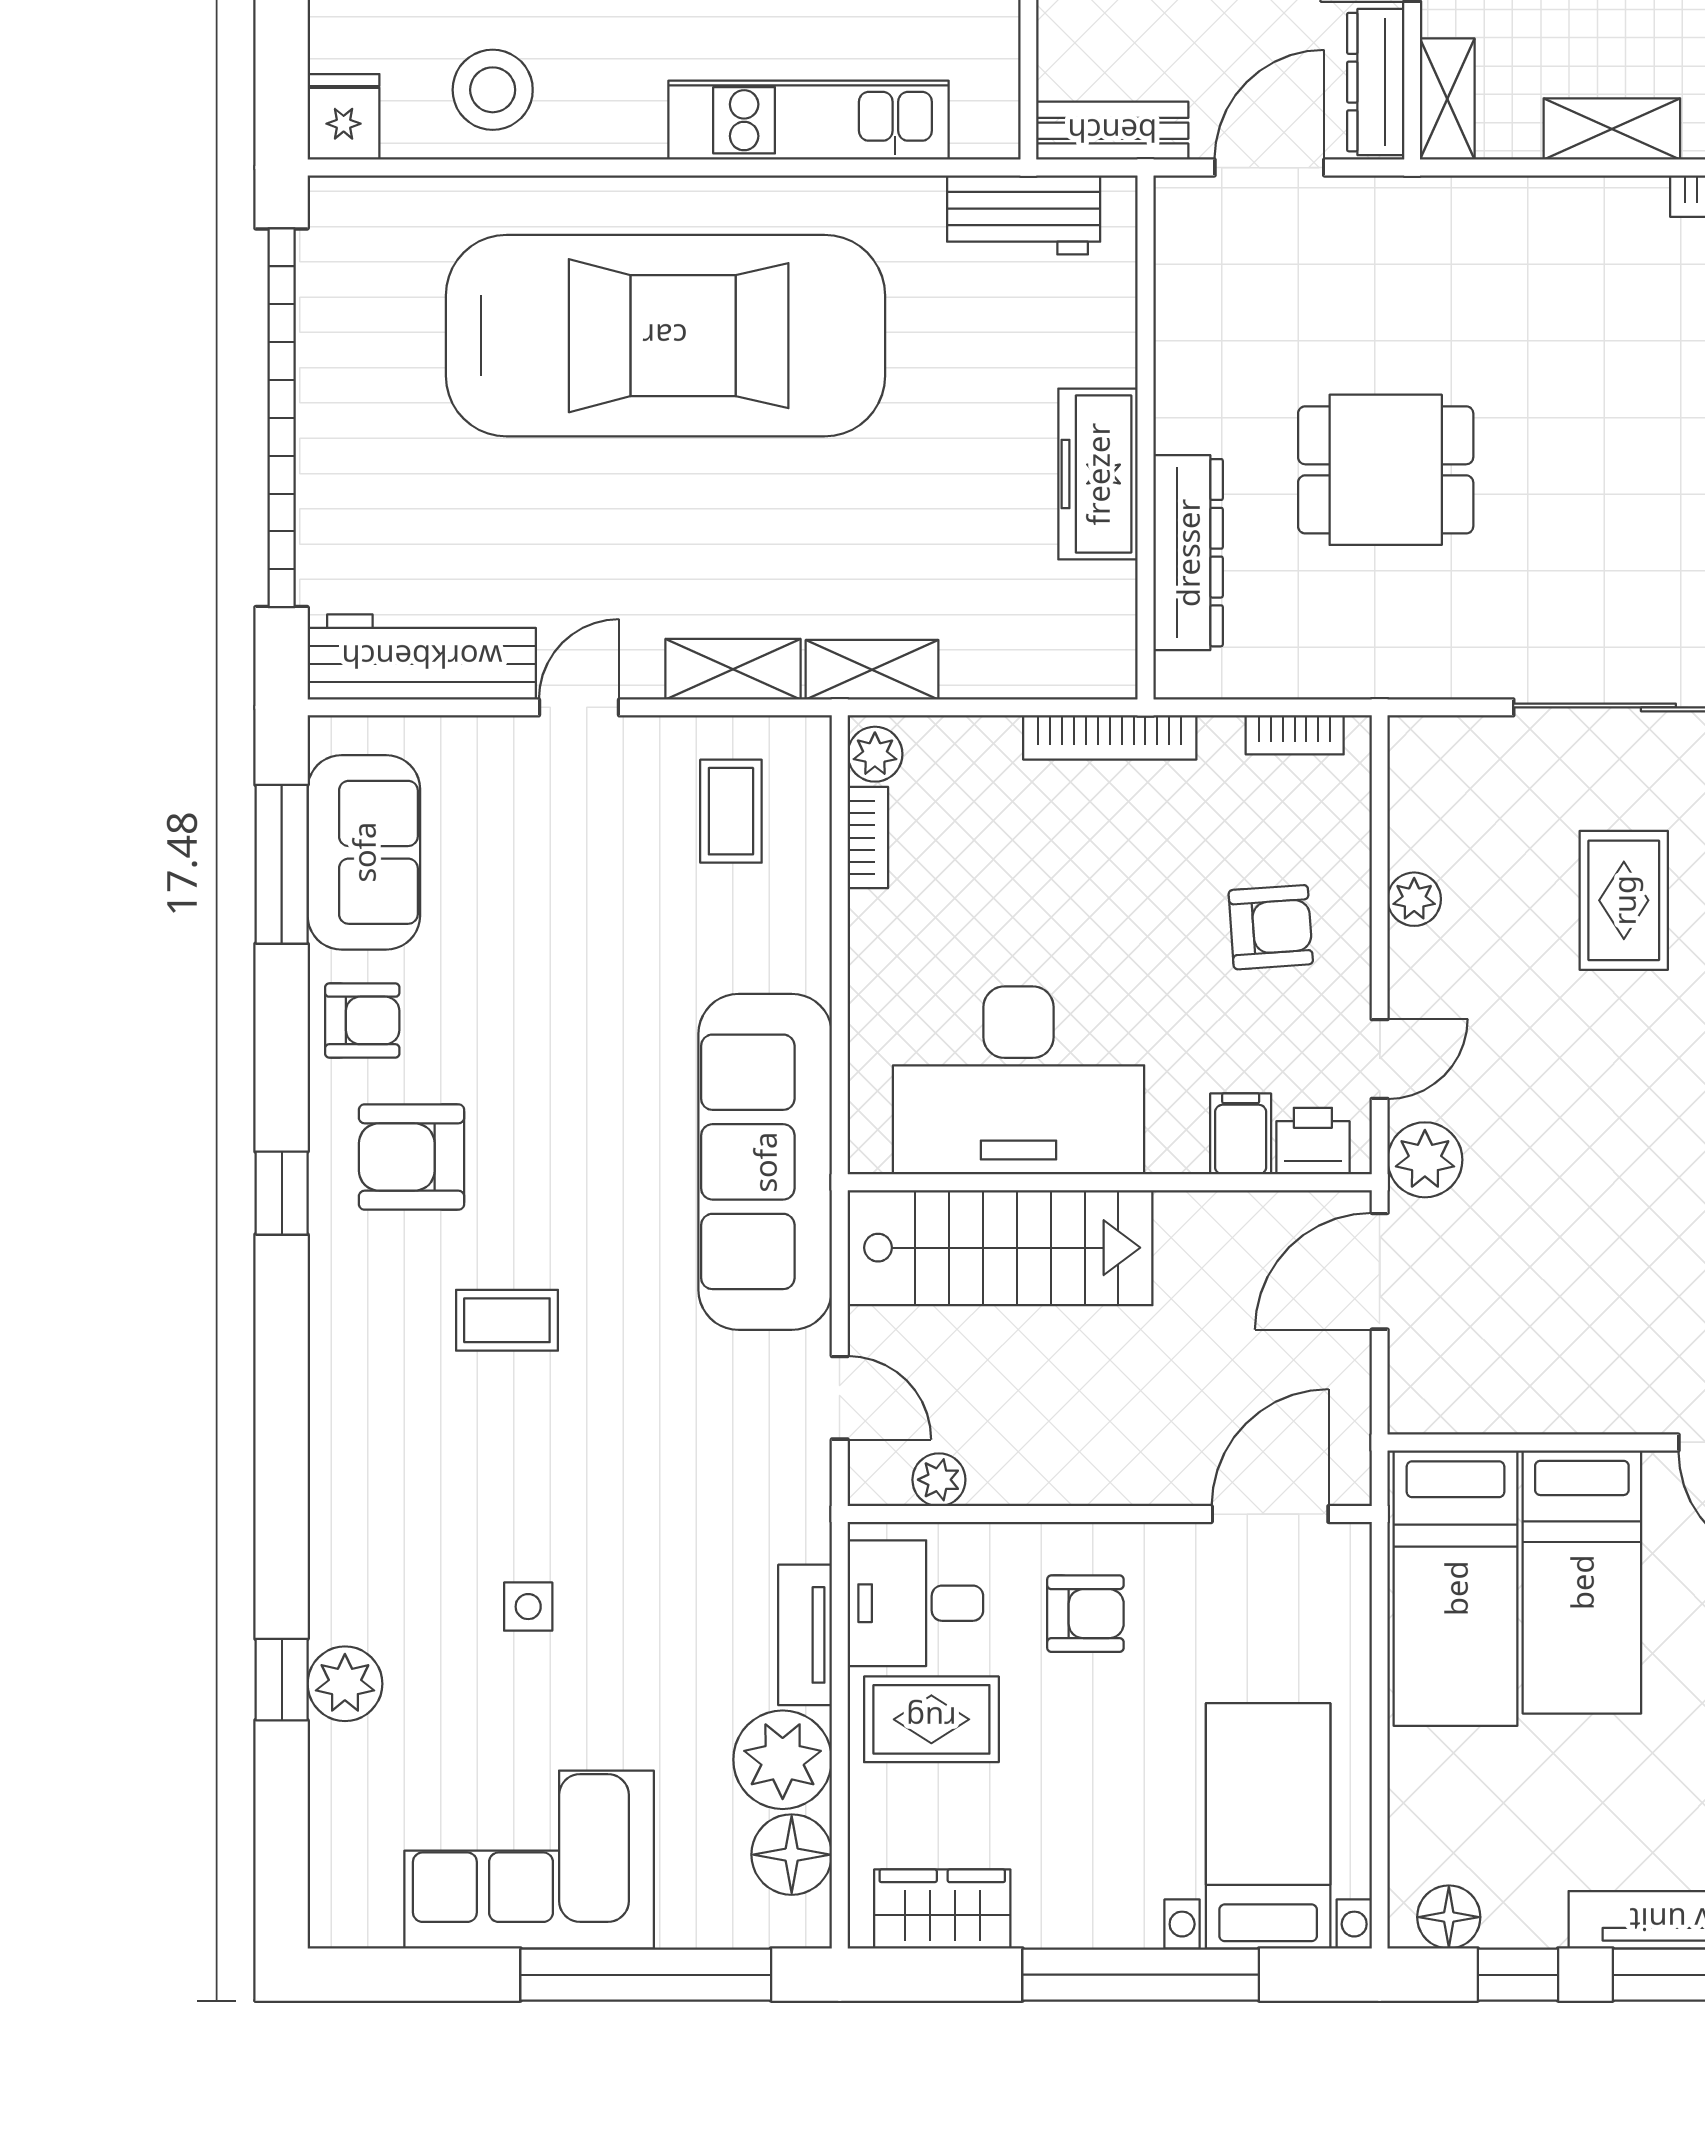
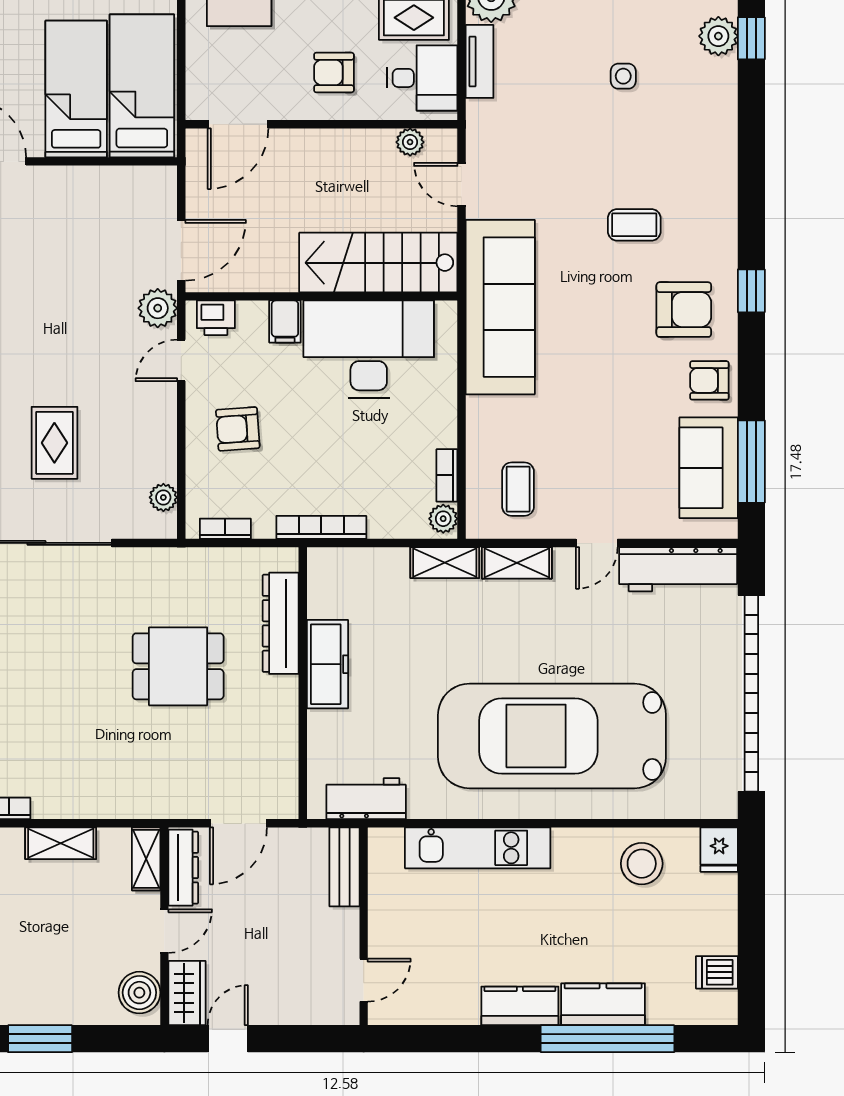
bench: (1112, 131) -> (344, 867), moved, turned 90
plant: (1414, 899) -> (163, 497), moved
filing cabinet: (1241, 1134) -> (285, 322), moved

